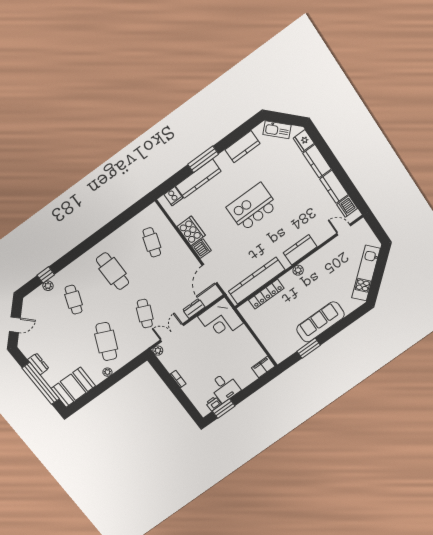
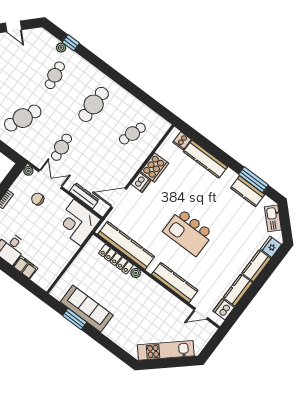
window: (203, 159) -> (253, 180), moved
kitchen island: (252, 207) -> (188, 232), moved, turned 180
door: (344, 230) -> (201, 314), swing flipped
kitchen counter: (300, 250) -> (175, 283), width x1.50
plant: (298, 270) -> (136, 273), moved
cafe table: (74, 300) -> (55, 75), turned -30
dresser: (194, 308) -> (84, 196), width x1.44
cafe table: (145, 314) -> (61, 147), turned -30
sofa: (321, 322) -> (87, 309), moved
chair: (187, 350) -> (38, 199), added
filing cabinet: (263, 367) -> (25, 267), moved

